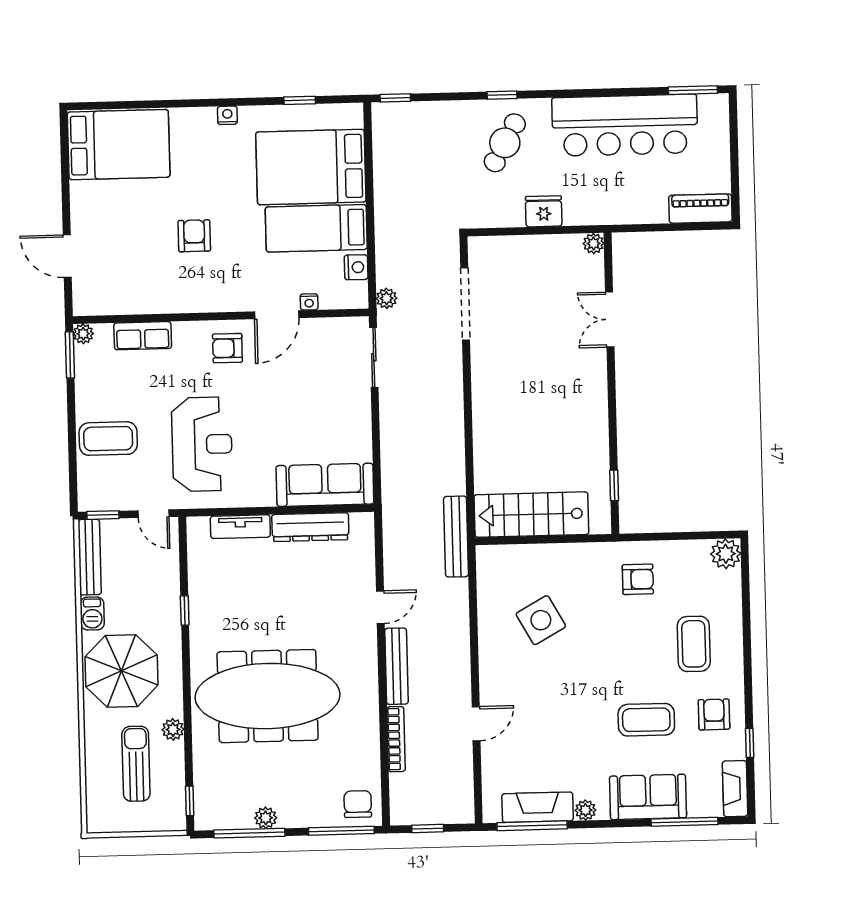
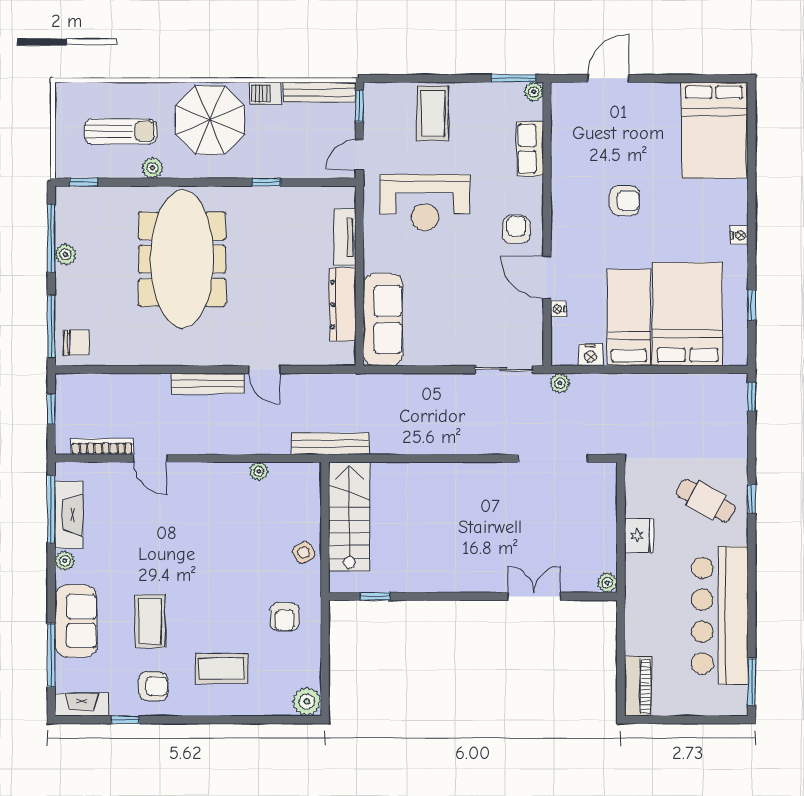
plant: (487, 610) -> (259, 471), added
side table: (541, 620) -> (304, 553), moved, width x0.54, depth x0.54
bookcase: (396, 739) -> (102, 447), moved, turned 180

